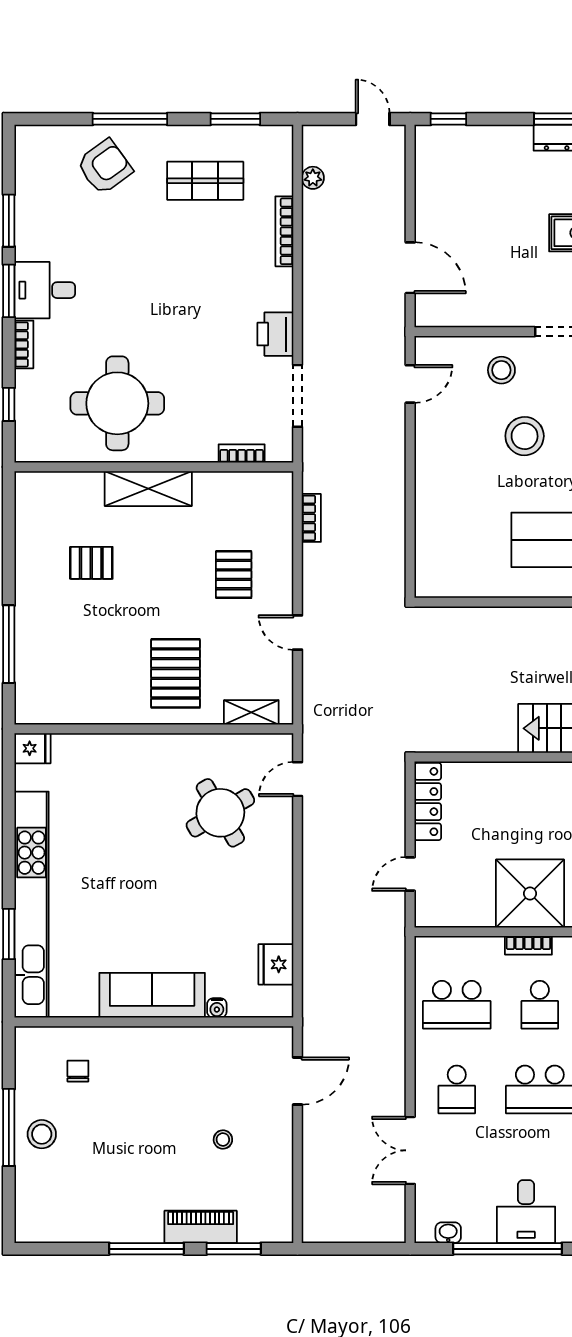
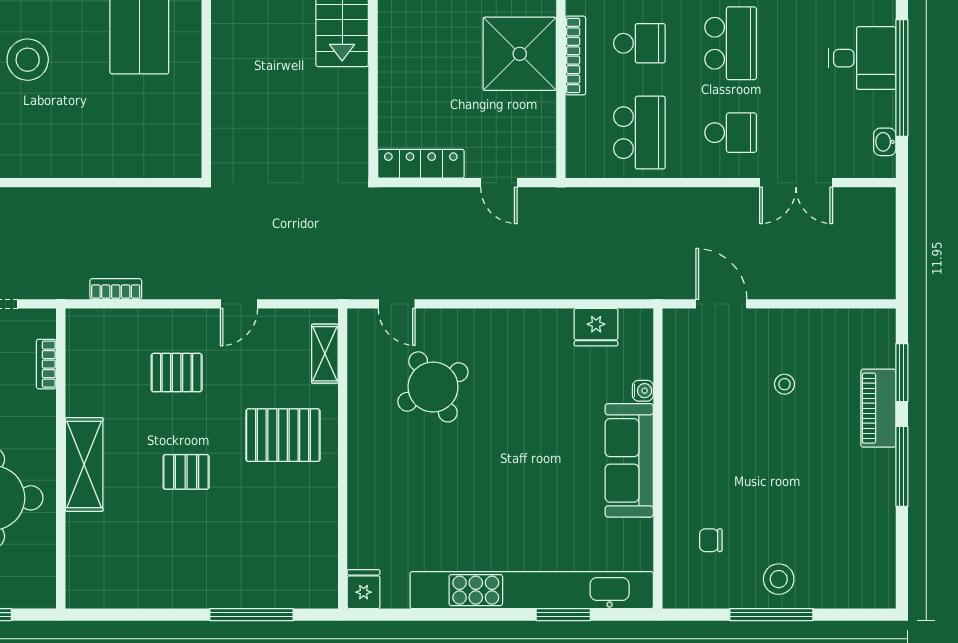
pallet: (91, 563) -> (186, 472), moved, turned 90
bookcase: (528, 945) -> (576, 55), width x1.56

